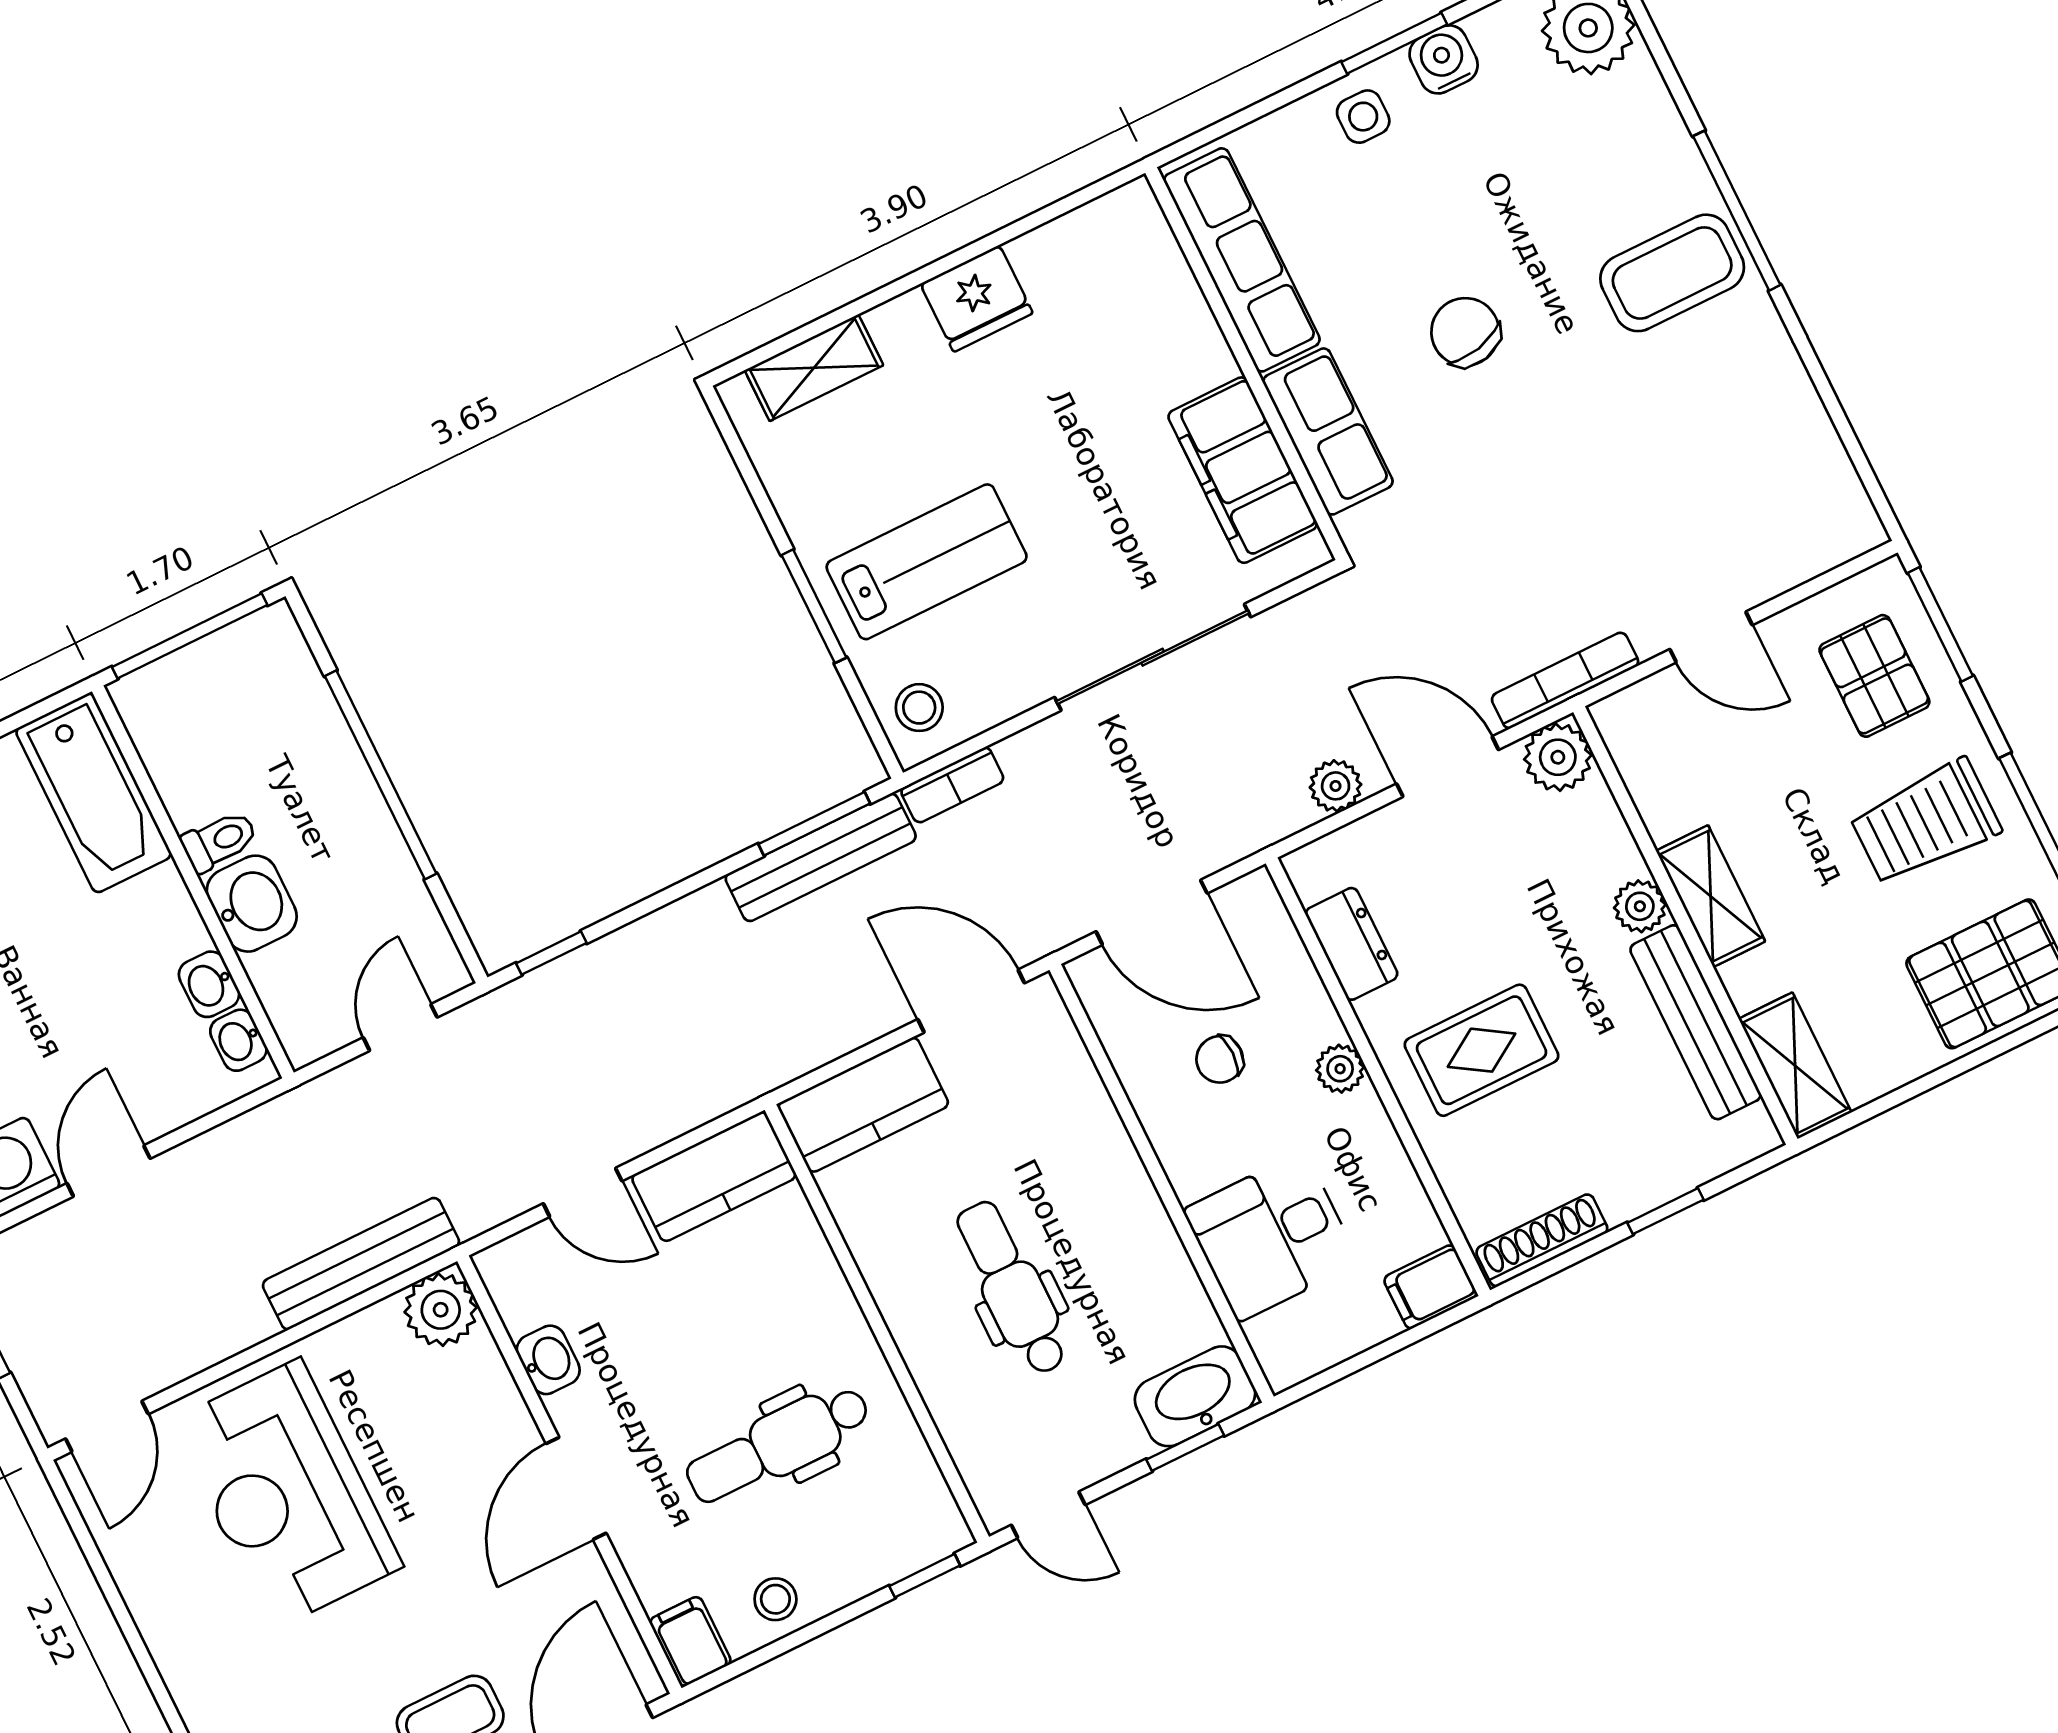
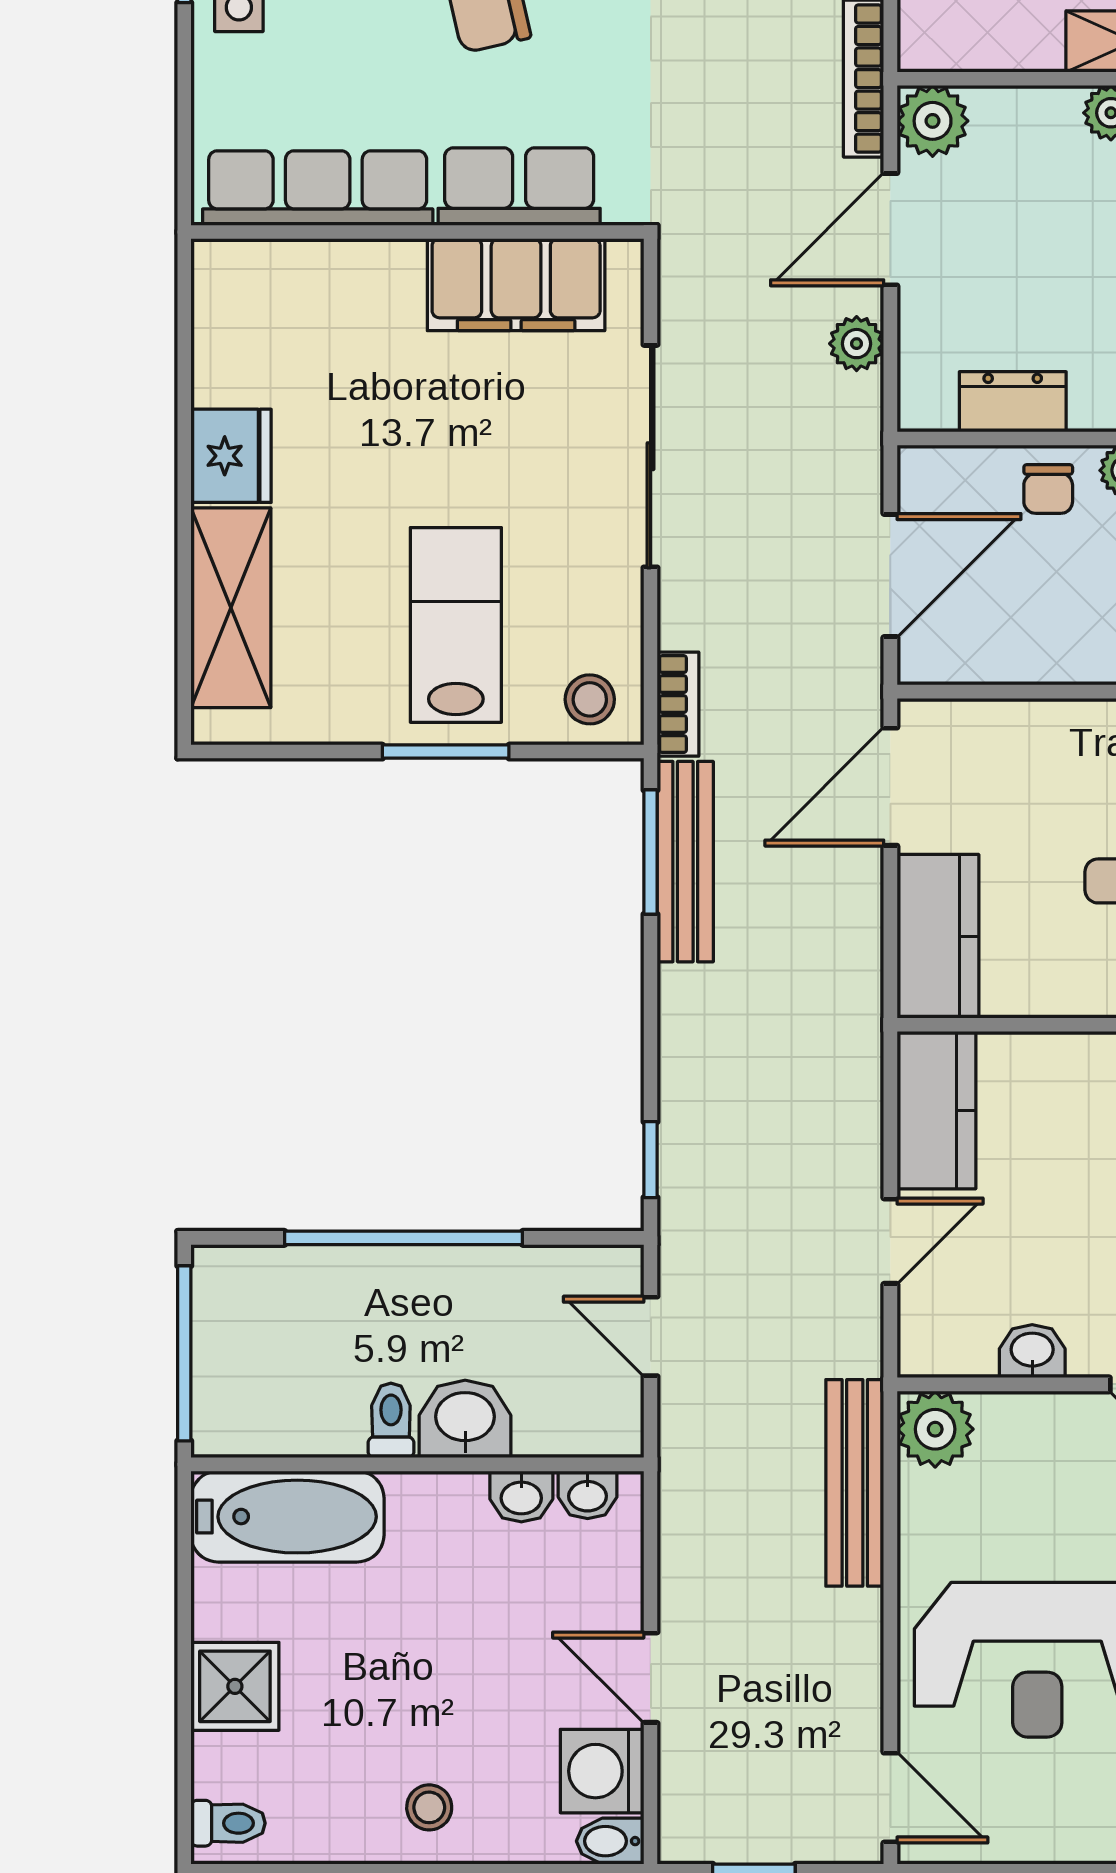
shelving: (814, 368) -> (231, 608), width x1.50, depth x1.33
chair: (1220, 1059) -> (1048, 489), moved

